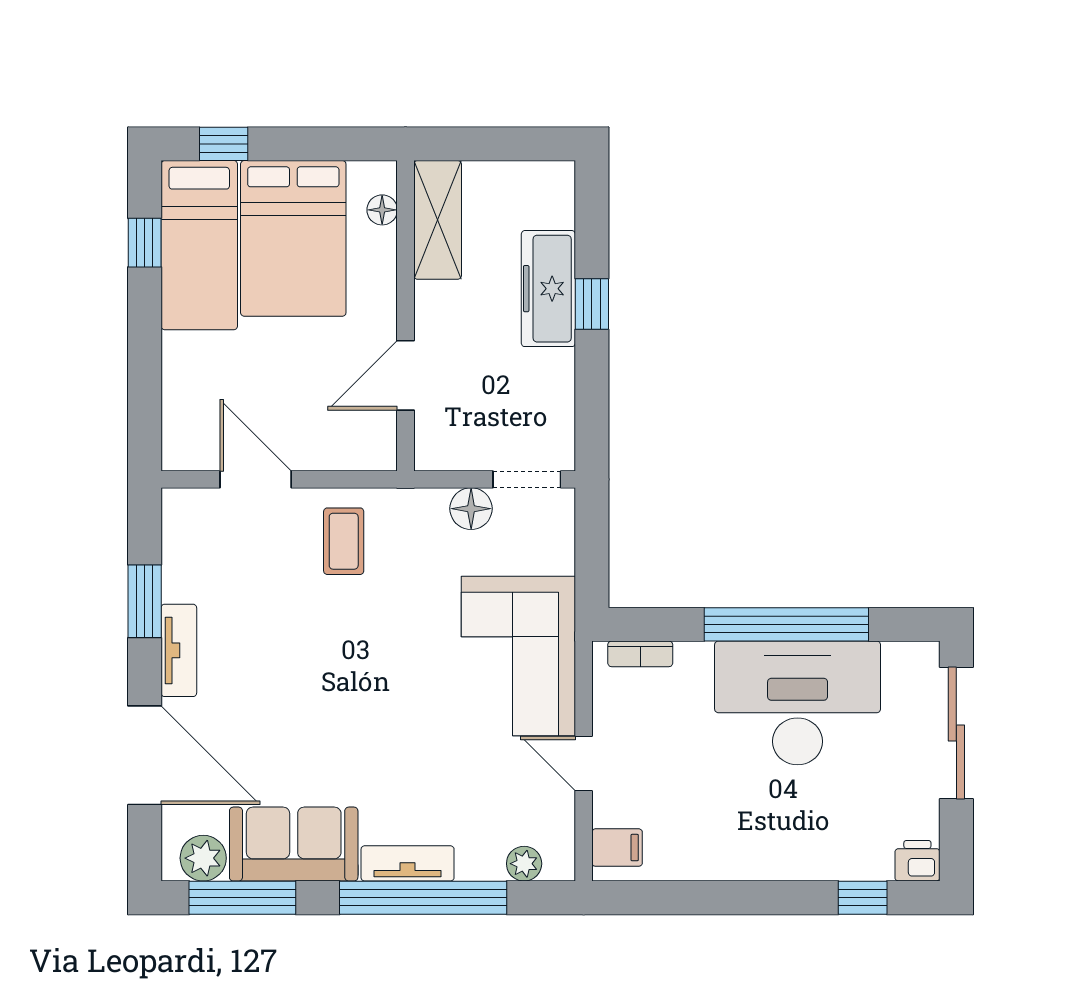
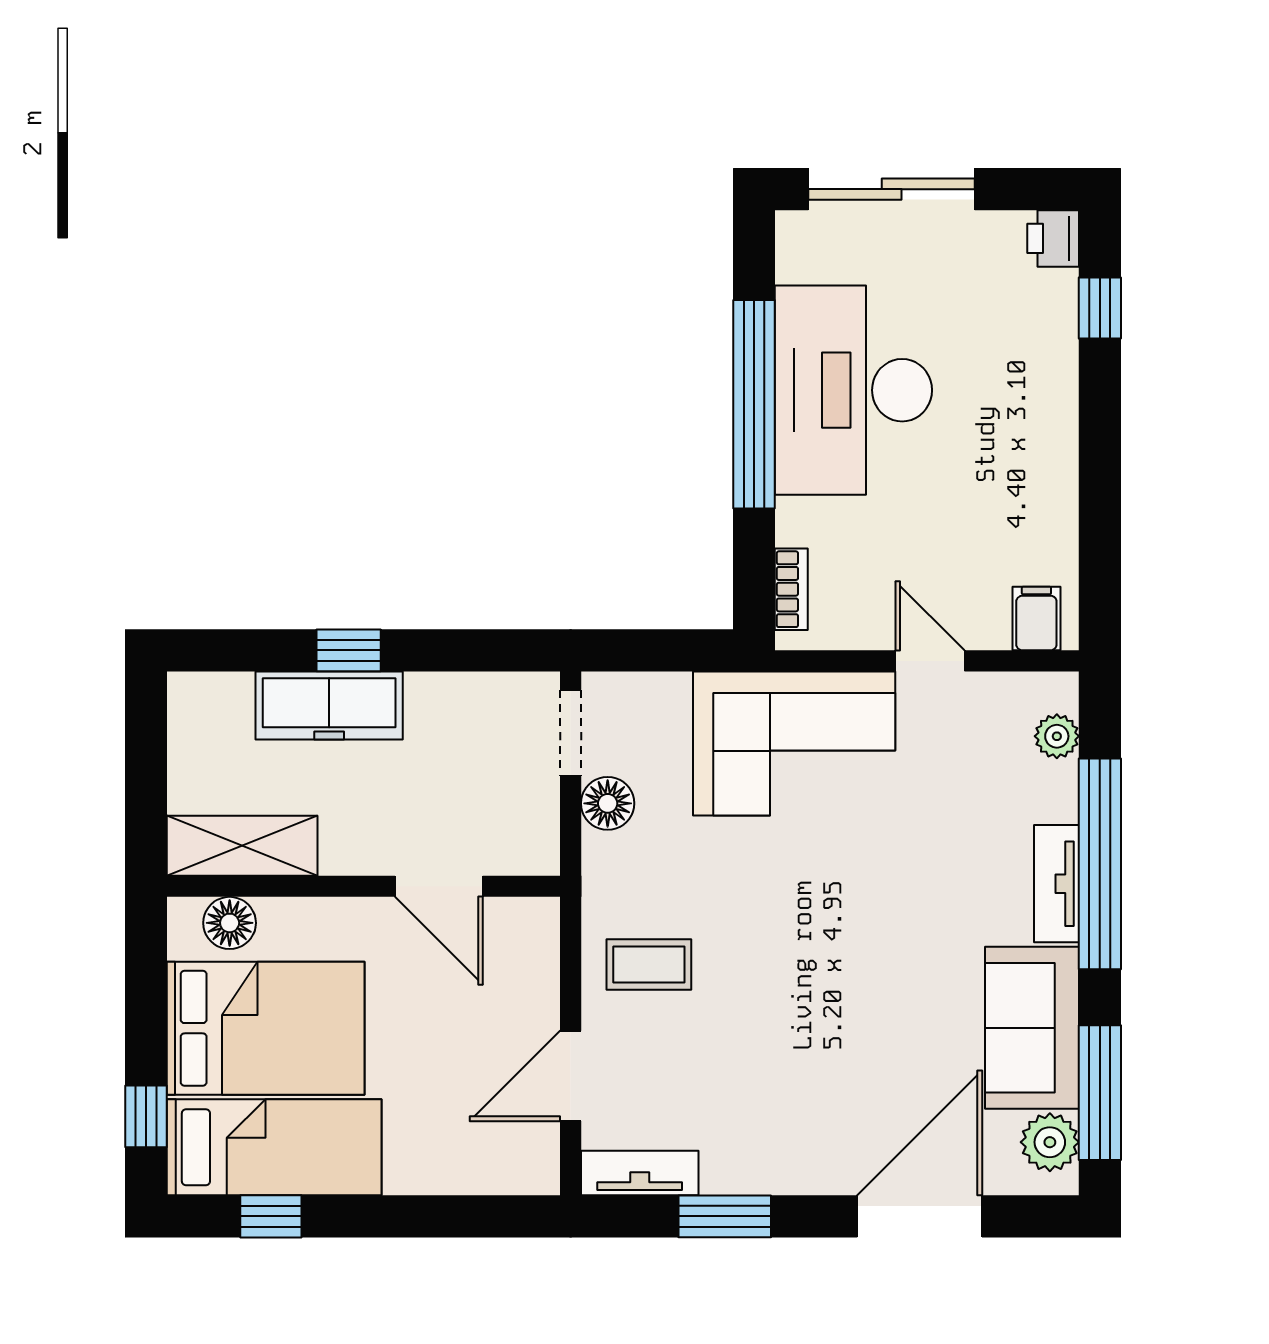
floor lamp: (382, 210) -> (230, 923), width x1.37, depth x1.37
tv unit: (179, 650) -> (640, 1173), moved
door: (584, 763) -> (930, 661), swing flipped

